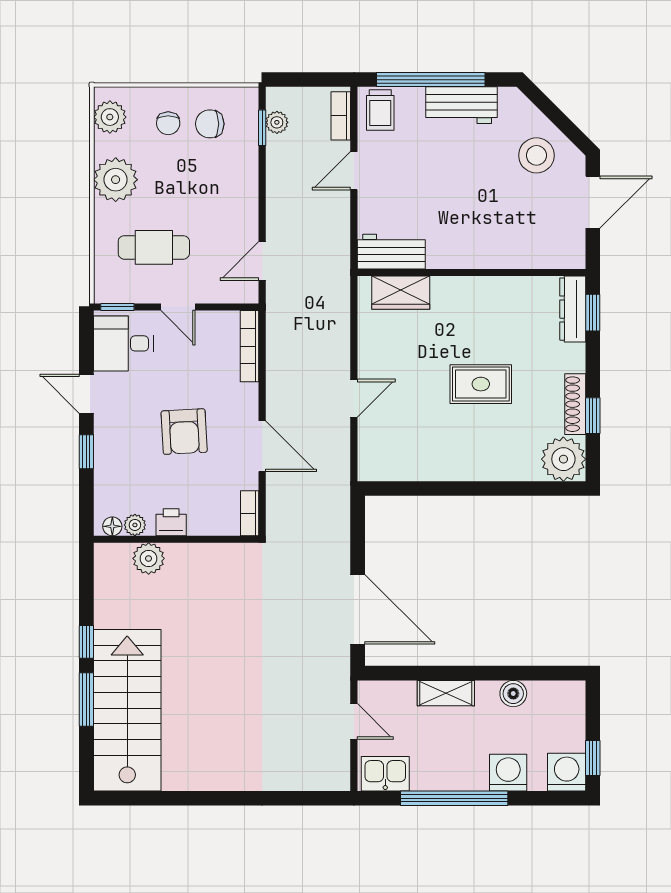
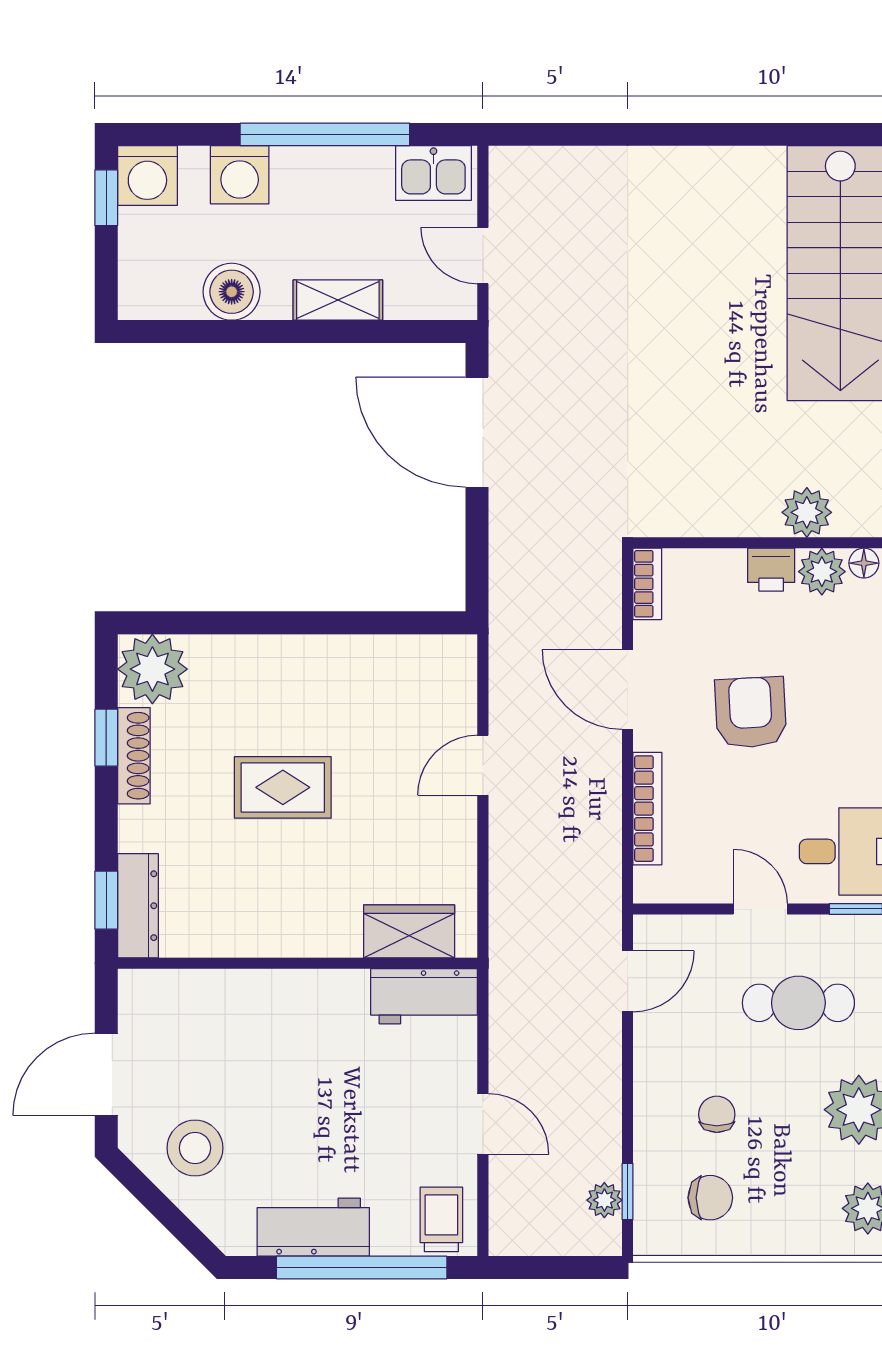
bookcase: (341, 116) -> (504, 1210), removed
chair: (168, 123) -> (717, 1114), moved
door: (354, 171) -> (483, 1124), hinge flipped
bookcase: (250, 346) -> (647, 809), moved
plant: (135, 525) -> (822, 572), width x1.38, depth x1.38
boiler: (513, 694) -> (232, 292), width x1.36, depth x1.36

